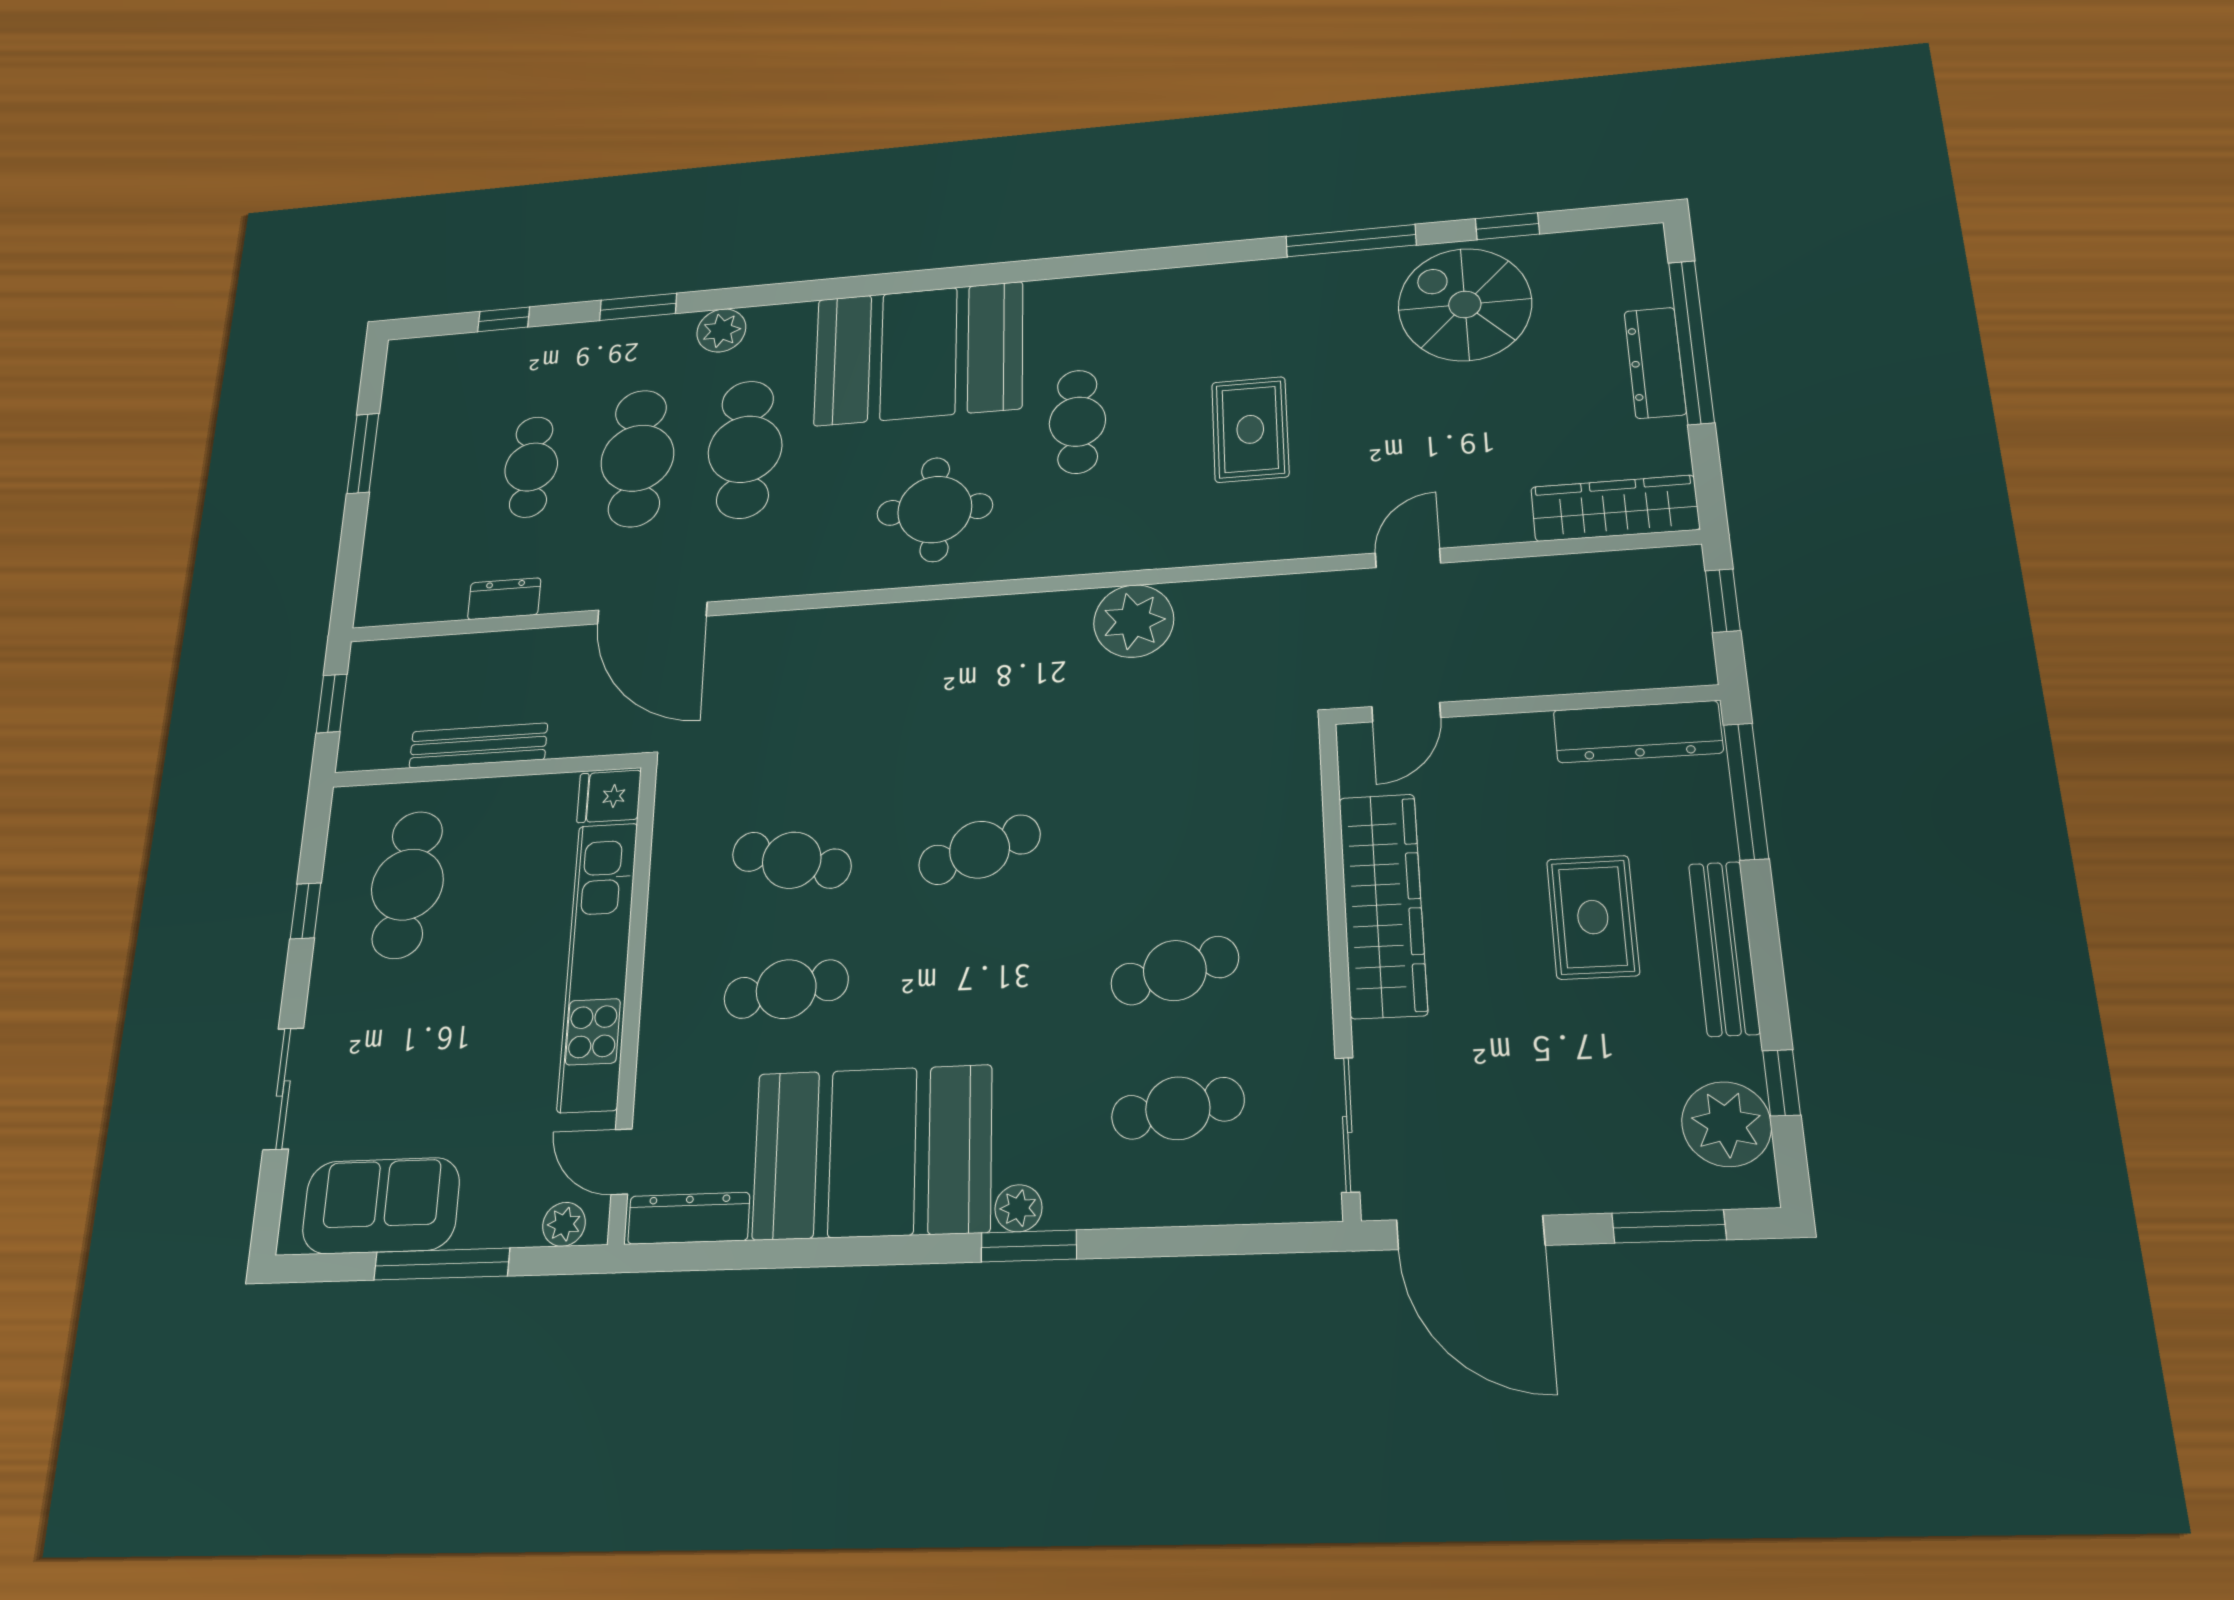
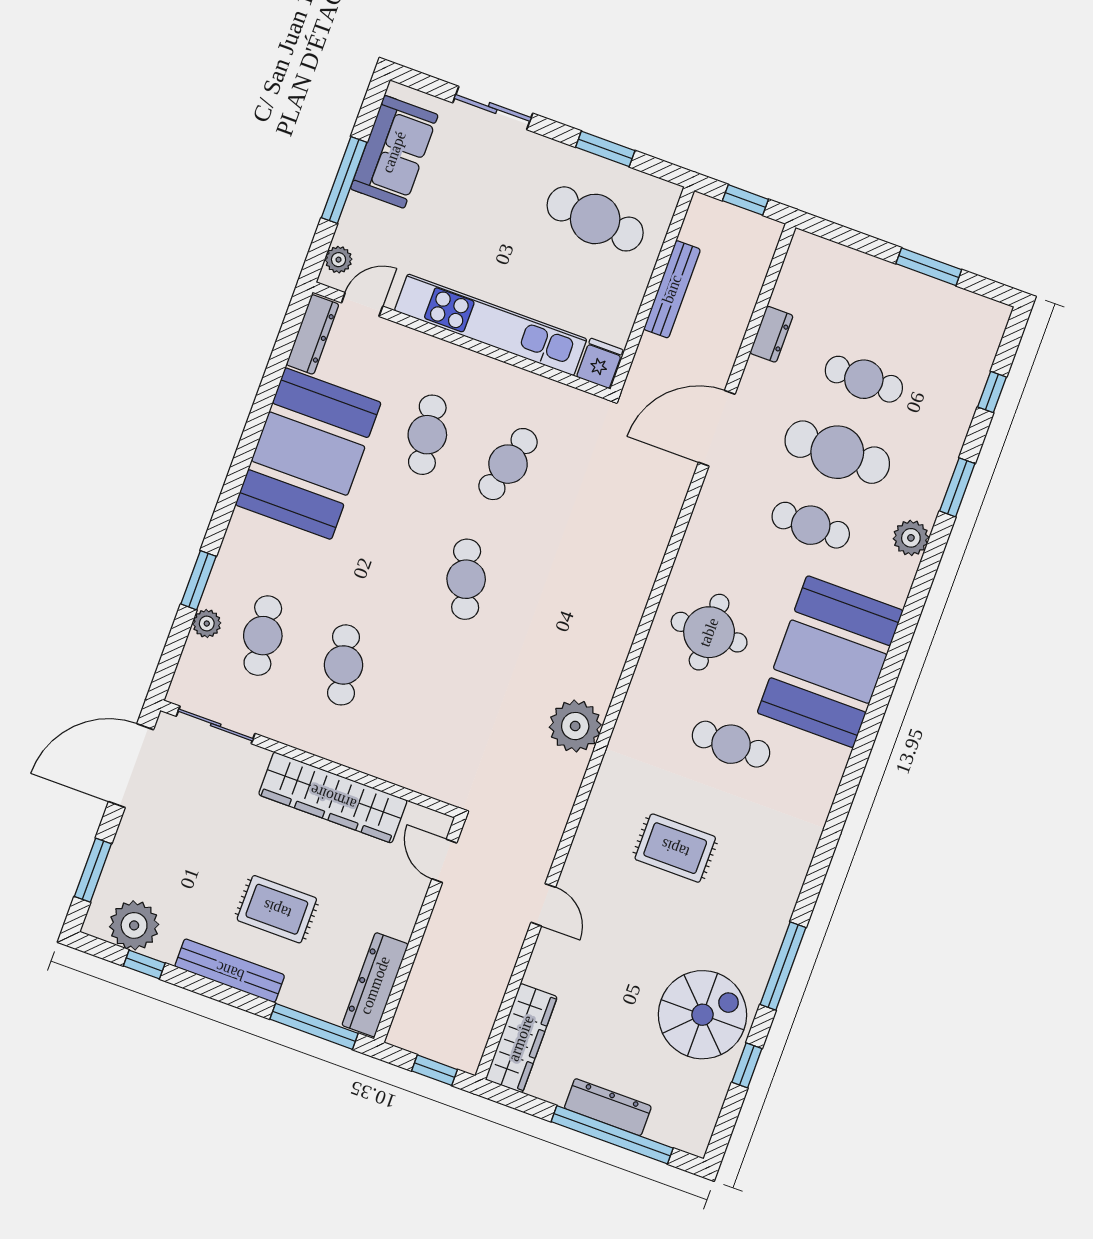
cafe table: (745, 449) -> (811, 525), width x0.73, depth x0.74
window: (306, 911) -> (605, 149), width x1.50
plant: (1018, 1208) -> (207, 624), moved
window: (1029, 1246) -> (198, 580), moved

